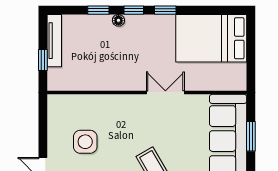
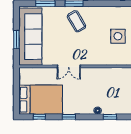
window: (134, 10) -> (39, 117), moved

